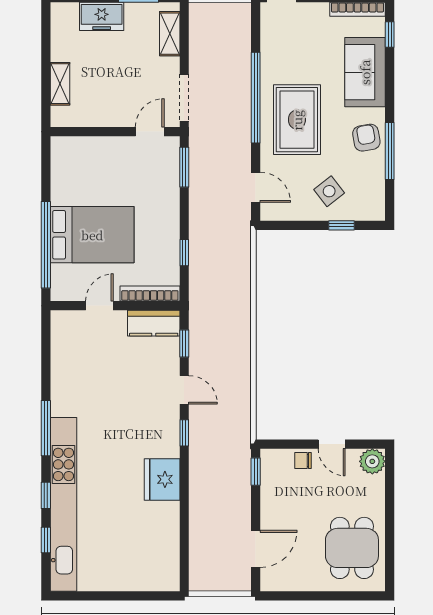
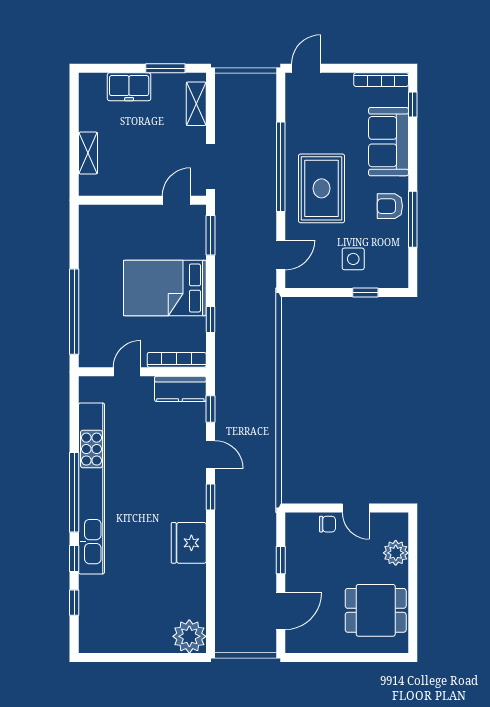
armchair: (366, 138) -> (390, 206), turned -80
door: (256, 187) -> (281, 255), hinge flipped
side table: (329, 191) -> (353, 259), turned 38
bed: (92, 235) -> (165, 288), moved, turned 180
window: (46, 428) -> (74, 492), width x1.46
chair: (303, 460) -> (327, 524), turned 180
plant: (372, 461) -> (396, 553), moved
window: (256, 472) -> (281, 560), moved
kitchen unit: (63, 504) -> (92, 488), moved
dining table: (352, 548) -> (376, 610), turned 90
plant: (163, 574) -> (189, 636), added

